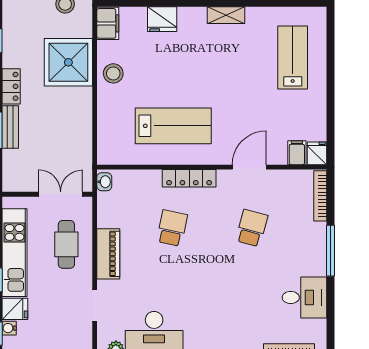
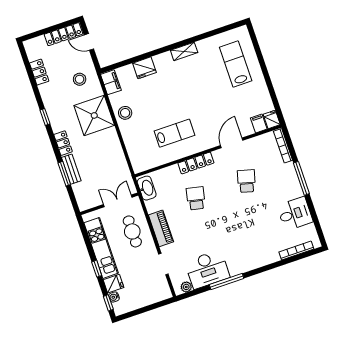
lab bench: (173, 126) -> (175, 133), width x0.73, depth x0.72
washbasin: (104, 182) -> (147, 188), width x1.91, depth x1.45

